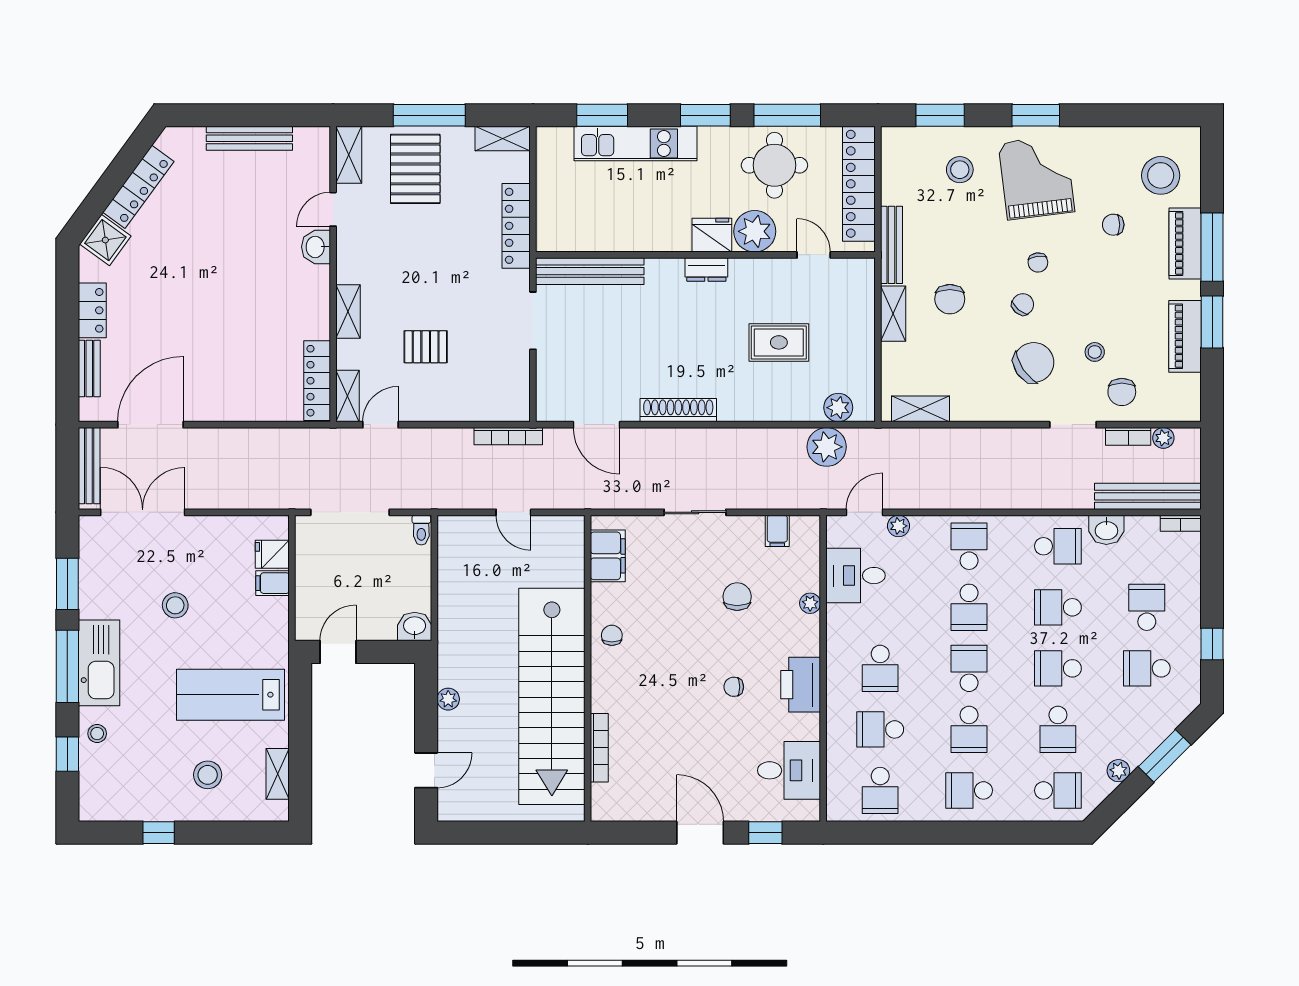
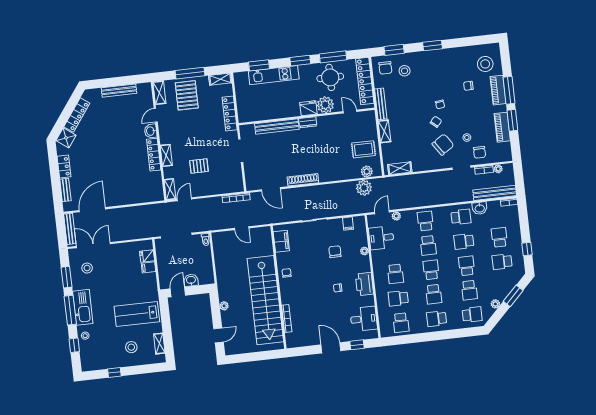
grand piano: (1037, 177) -> (436, 70), removed
bench: (590, 271) -> (277, 126), moved
chair: (950, 299) -> (385, 68), moved
rug: (779, 342) -> (363, 149), moved
locker: (317, 381) -> (154, 155), moved
stool: (175, 605) -> (87, 268), moved
washbasin: (415, 627) -> (191, 280), moved
school desk: (1058, 668) -> (467, 266), turned 90

